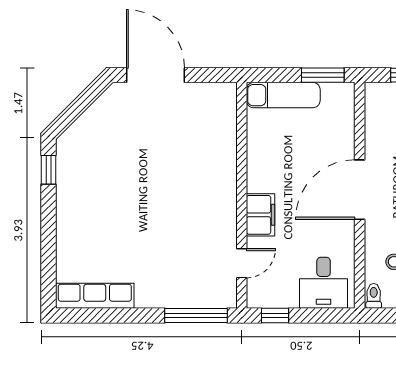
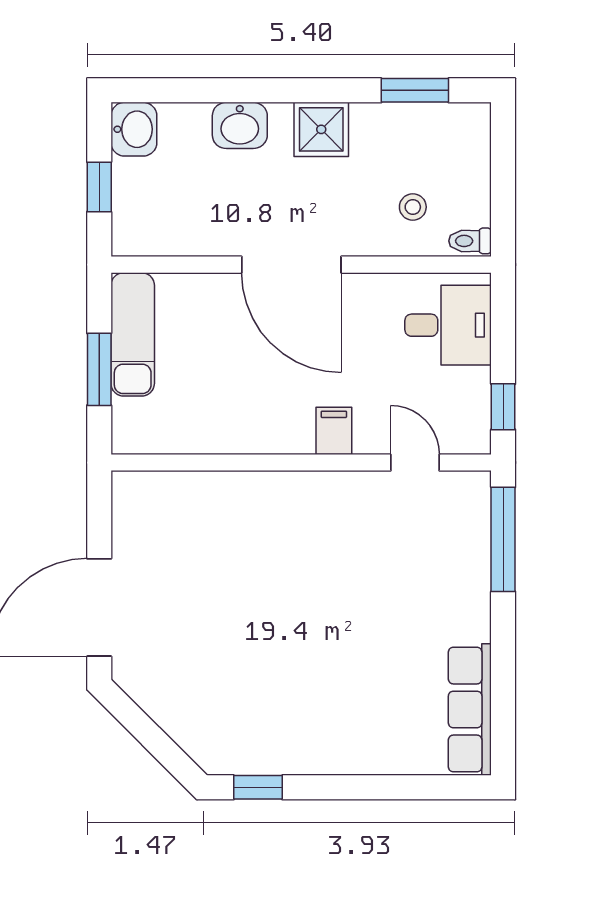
window: (323, 75) -> (99, 369), moved
exam couch: (283, 95) -> (133, 334), moved
filing cabinet: (261, 215) -> (334, 431), width x0.50

